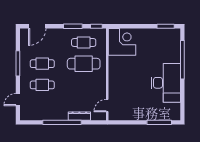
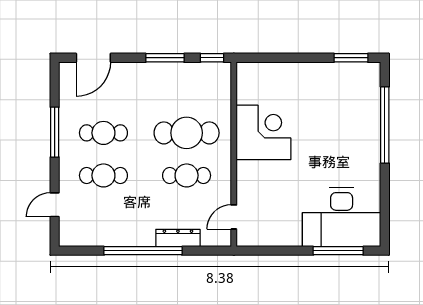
cafe table: (84, 42) -> (187, 175), moved
corner desk: (122, 42) -> (264, 132), moved
desk: (166, 83) -> (342, 217), moved, turned 90

